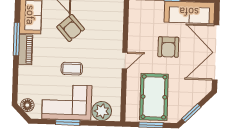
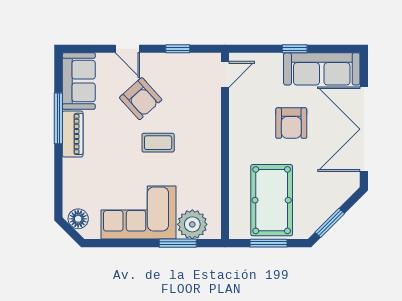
door: (125, 60) -> (225, 74), moved
coffee table: (72, 69) -> (158, 143), moved
window: (68, 122) -> (178, 243), moved

